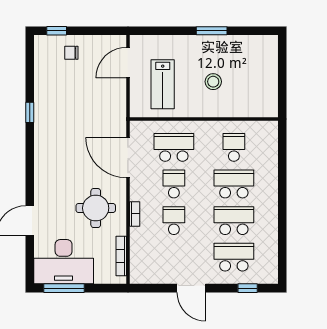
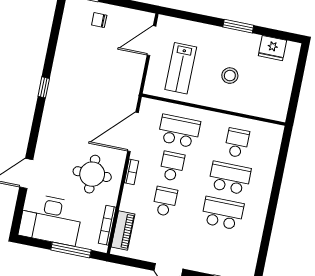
fridge: (250, 46) -> (272, 48), added
window: (30, 112) -> (44, 87), moved
door: (128, 158) -> (133, 132), hinge flipped
bookcase: (135, 214) -> (131, 172), moved
school desk: (234, 257) -> (215, 248), removed
piano: (138, 258) -> (123, 230), added
window: (64, 288) -> (71, 250), moved

